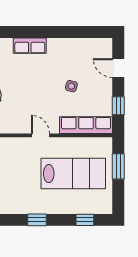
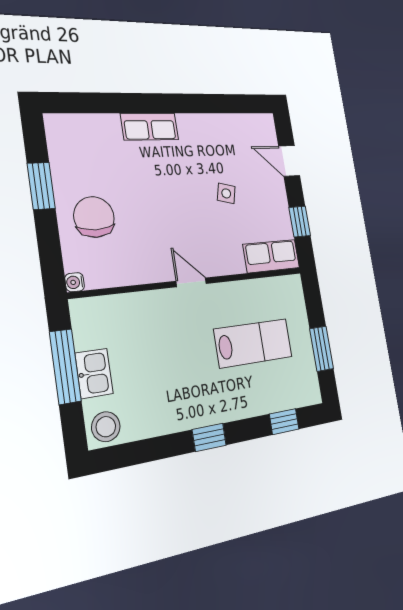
row of seats: (86, 125) -> (271, 256), width x0.68
window: (118, 166) -> (322, 349), moved
lab bench: (73, 174) -> (253, 343), width x0.73, depth x0.72

